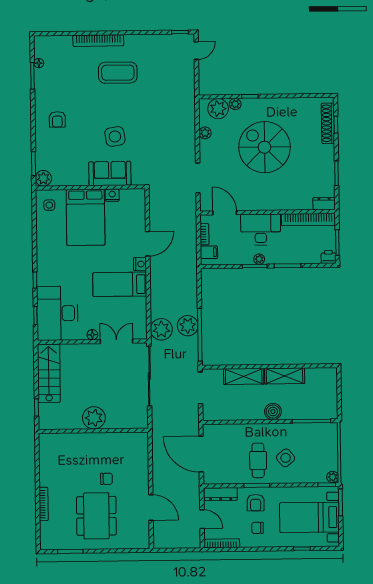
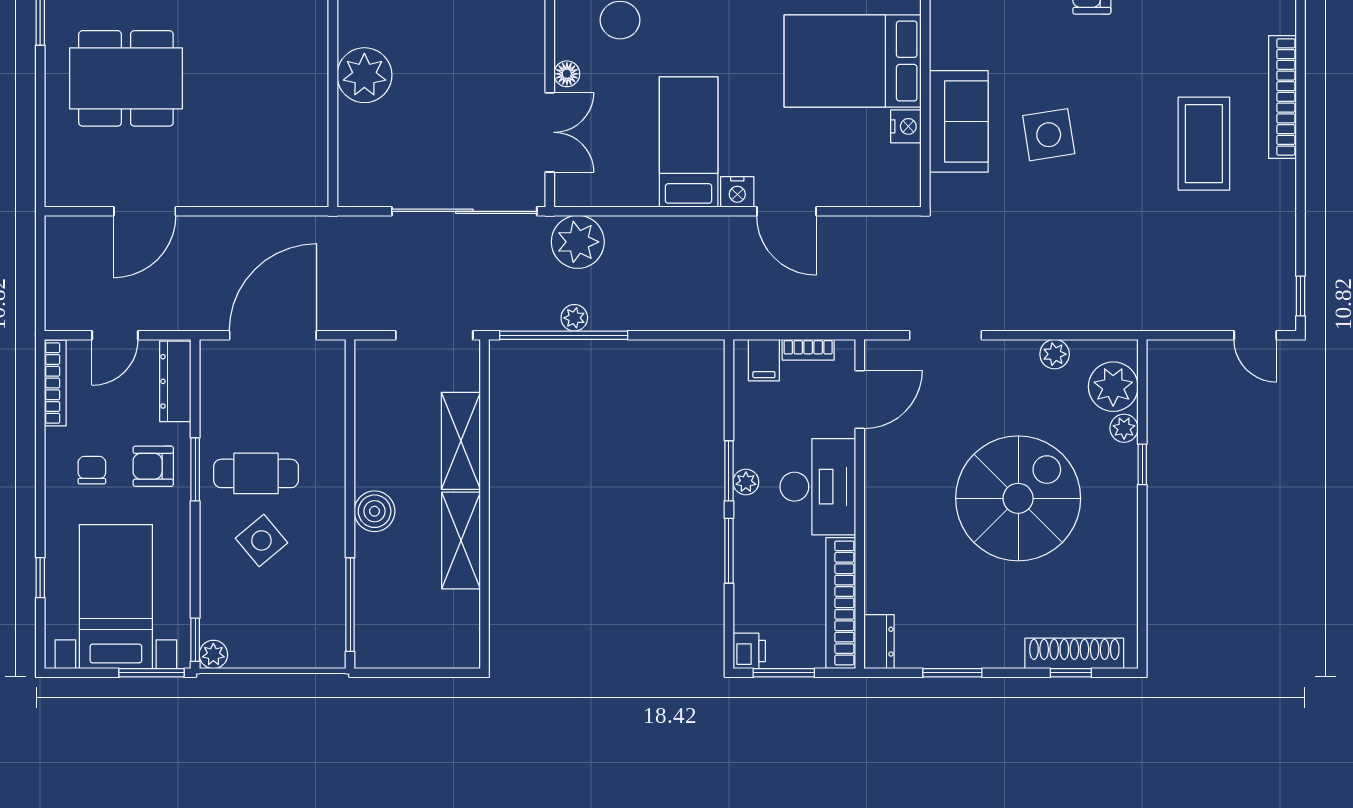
plant: (188, 326) -> (574, 318), width x0.53, depth x0.53
chair: (106, 479) -> (216, 104), removed

